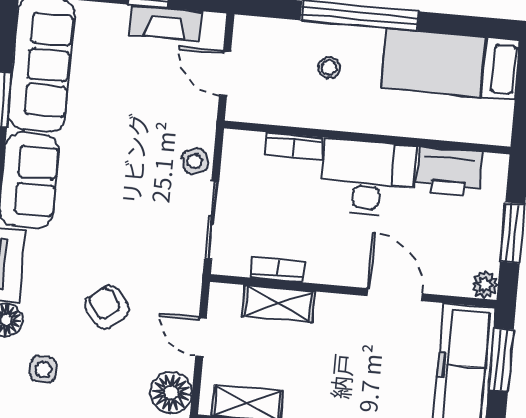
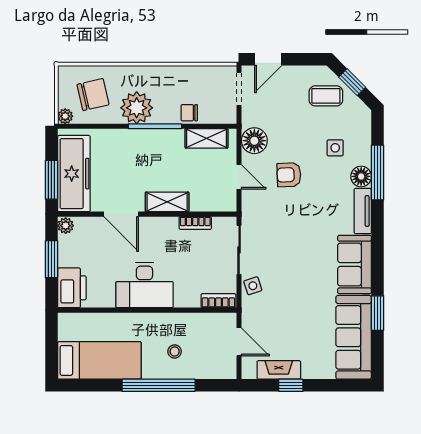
bookcase: (294, 146) -> (218, 301), moved
printer: (449, 172) -> (72, 288), moved, turned 90
shelving: (279, 304) -> (167, 202), moved
armchair: (107, 307) -> (289, 175), moved, turned 127

